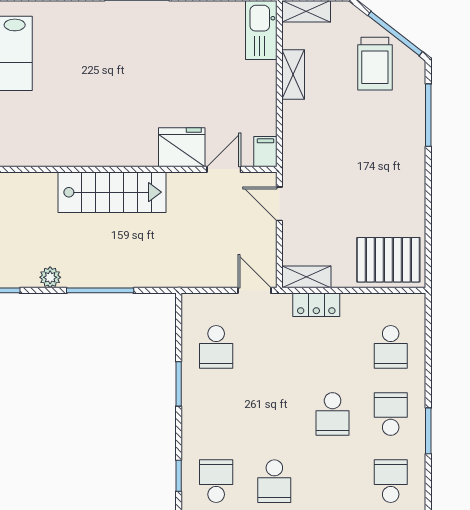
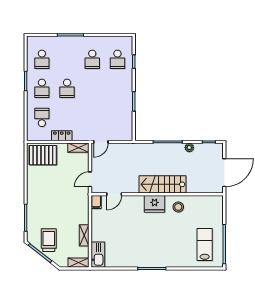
stool: (76, 140) -> (178, 207), added
fridge: (182, 147) -> (155, 204), moved
door: (279, 204) -> (90, 179), swing flipped
door: (254, 290) -> (101, 142), hinge flipped
locker: (316, 305) -> (62, 136), moved
school desk: (216, 347) -> (117, 117), removed
school desk: (333, 414) -> (67, 88), turned 180
school desk: (274, 481) -> (92, 59), turned 180

